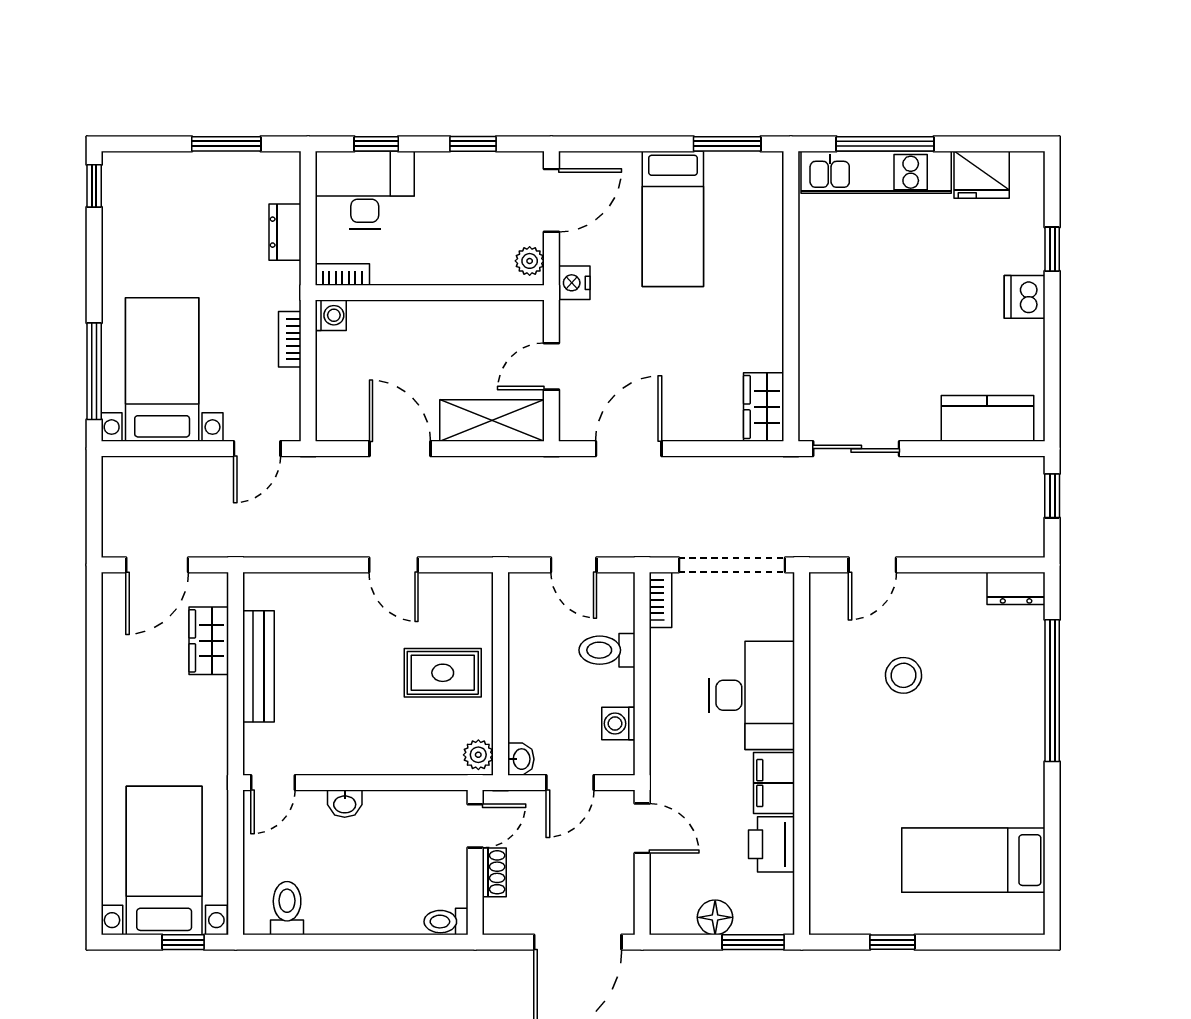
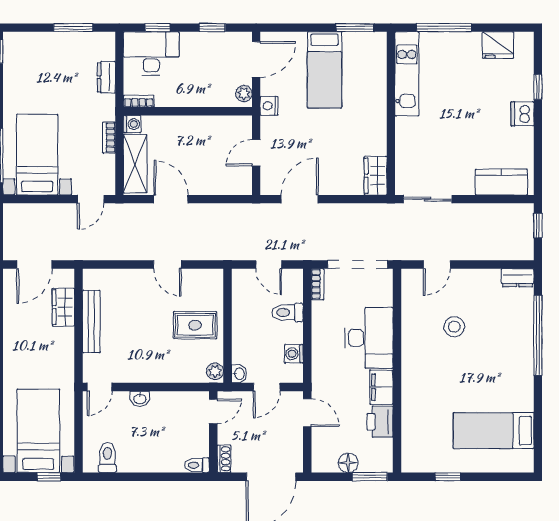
kitchen unit: (876, 172) -> (407, 74), moved, turned -90
shelving: (492, 421) -> (135, 164), moved, turned 90
shoe rack: (494, 872) -> (224, 459), moved

